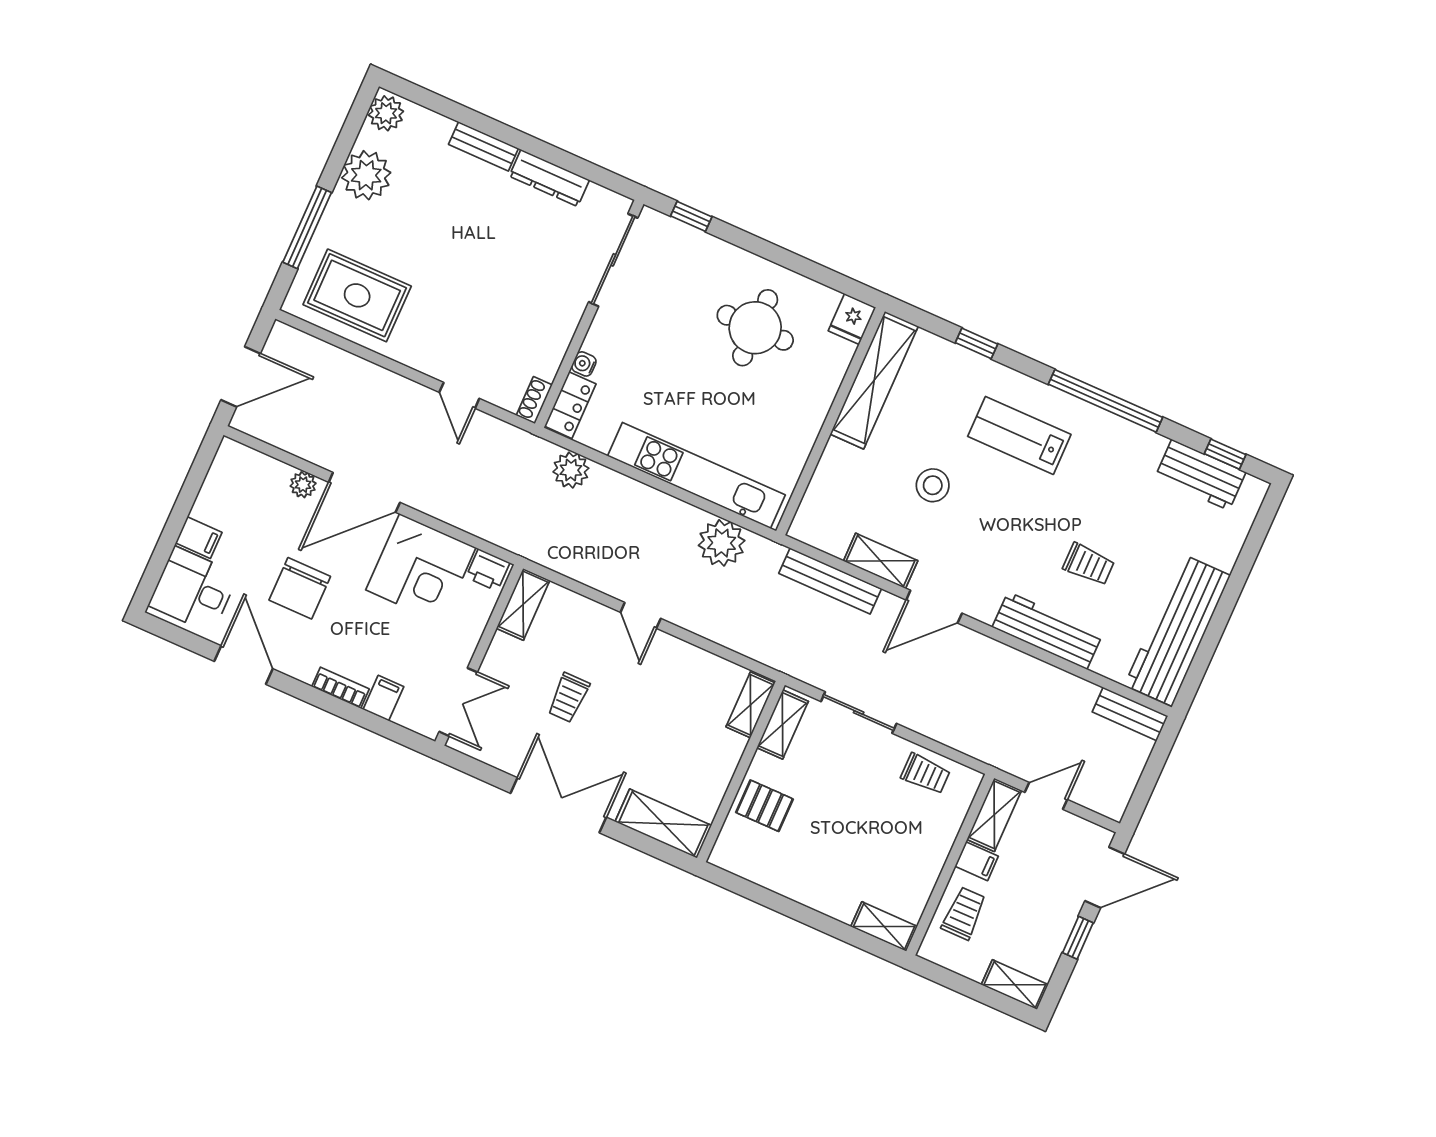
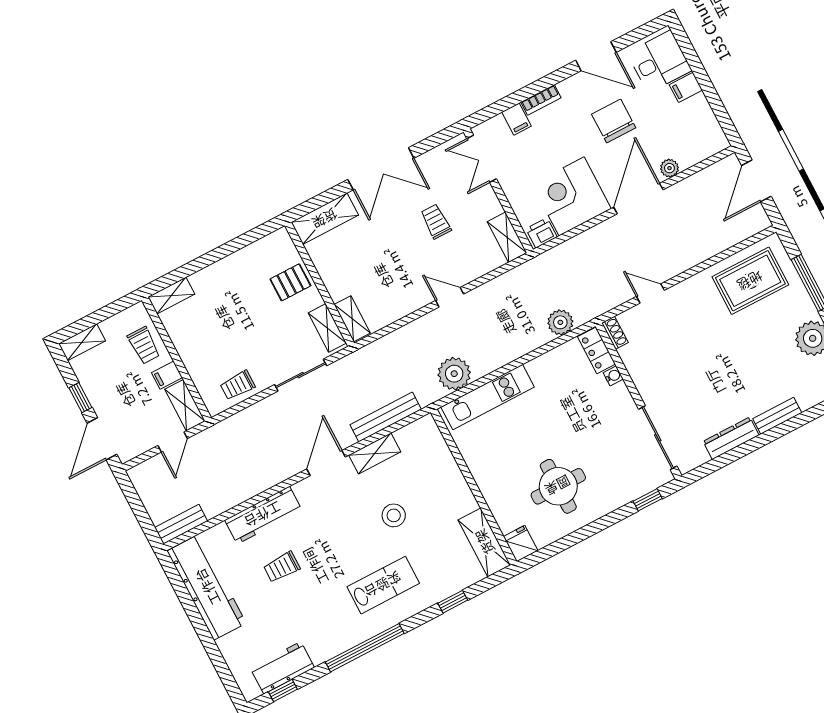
shelving: (874, 380) -> (484, 542), width x0.68
kitchen unit: (696, 475) -> (488, 397), width x0.73

